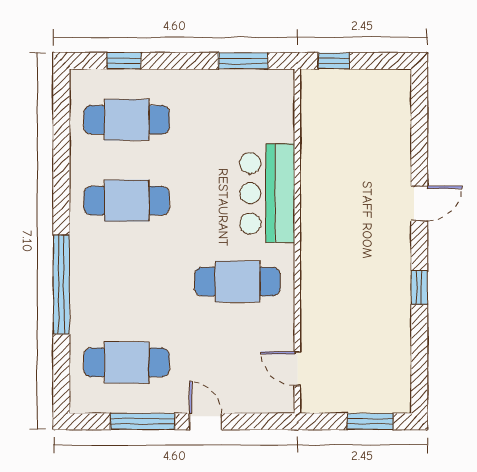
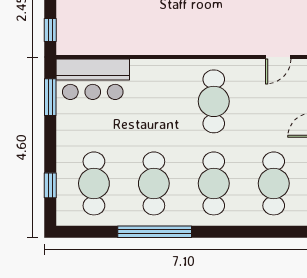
bar counter: (267, 193) -> (93, 79), moved
cafe table: (127, 282) -> (214, 183), added
window: (61, 285) -> (155, 232), moved

